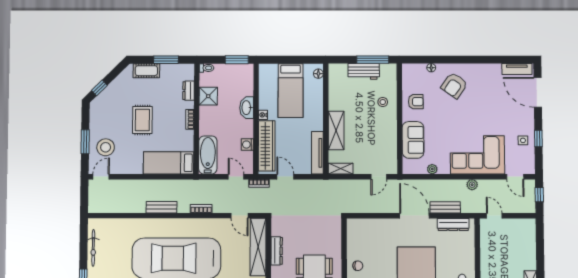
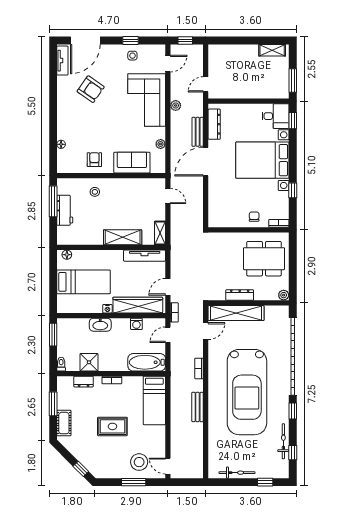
armchair: (454, 85) -> (91, 89), moved

